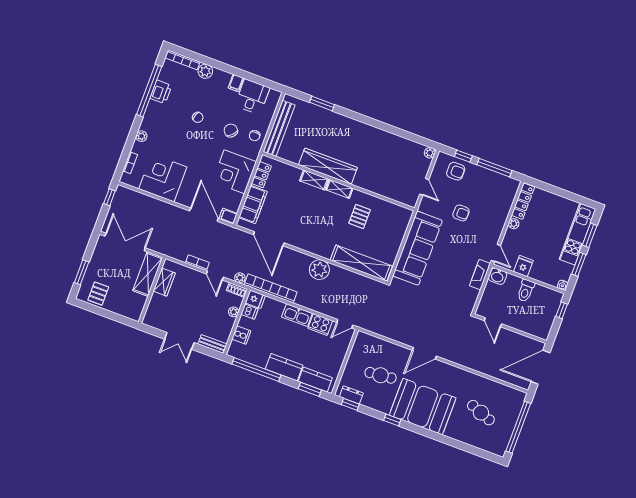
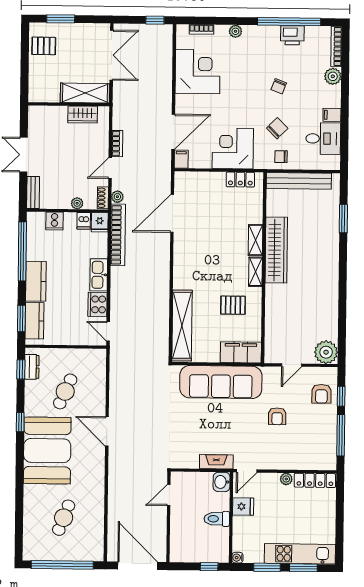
plant: (430, 153) -> (326, 352), width x1.88, depth x1.88
filing cabinet: (253, 204) -> (241, 352), moved, turned 180
plant: (319, 270) -> (158, 282), removed
cafe table: (381, 375) -> (65, 391), turned 30

